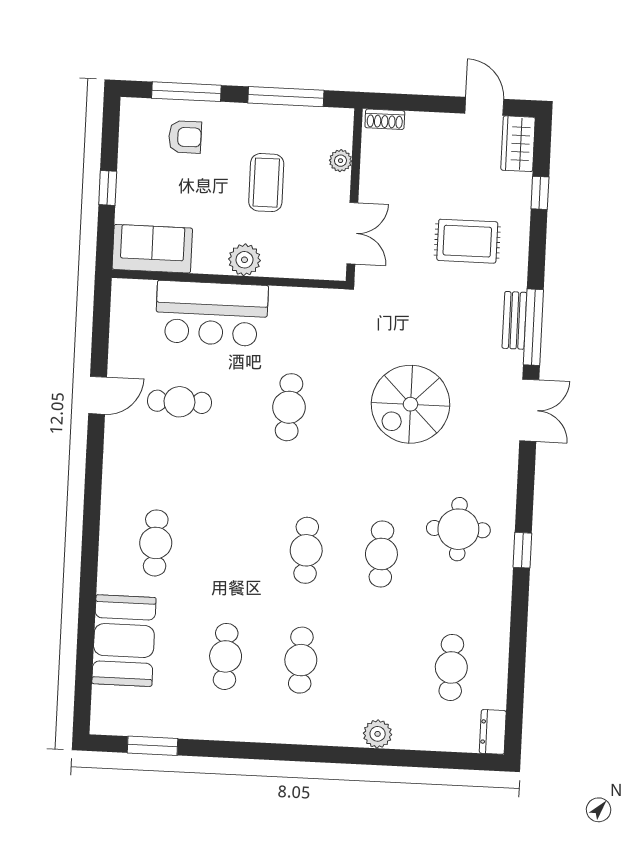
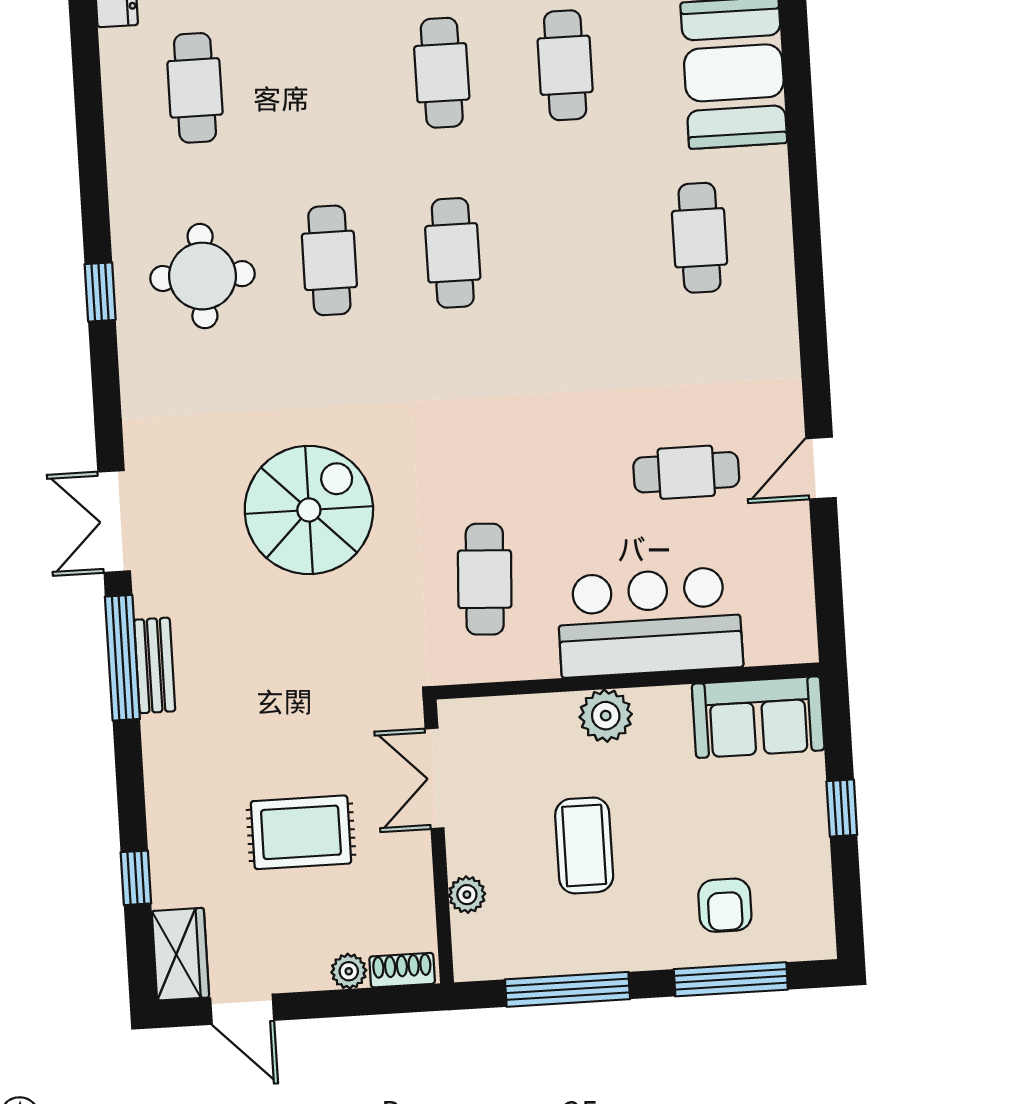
plant: (417, 122) -> (349, 971), added
armchair: (185, 137) -> (725, 905), turned -90
rug: (467, 241) -> (301, 832), moved
cafe table: (289, 407) -> (485, 579), moved
round table: (458, 529) -> (202, 276), moved

